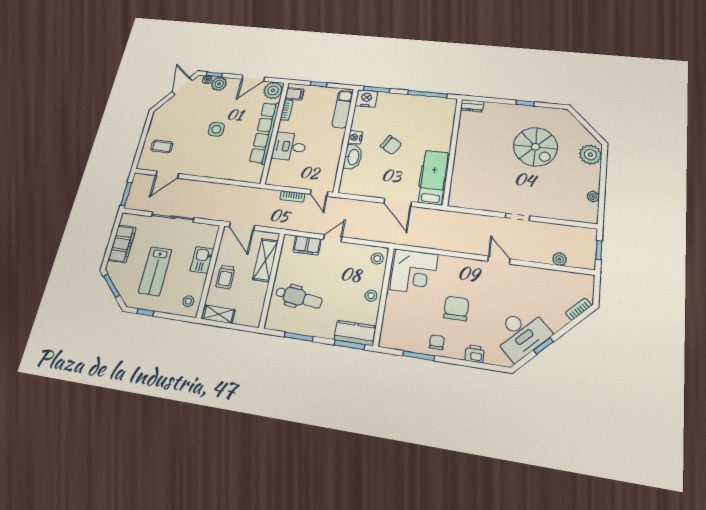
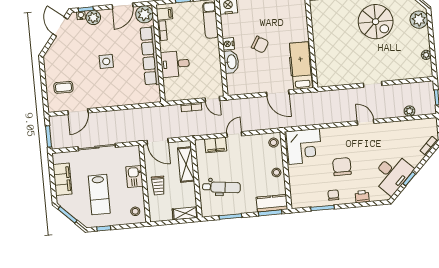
shelving: (219, 314) -> (185, 213), moved

